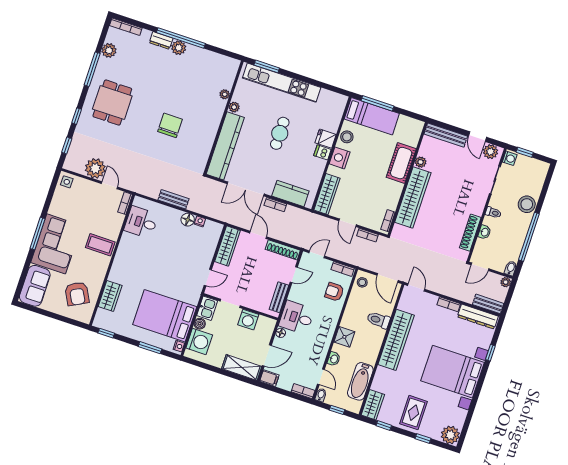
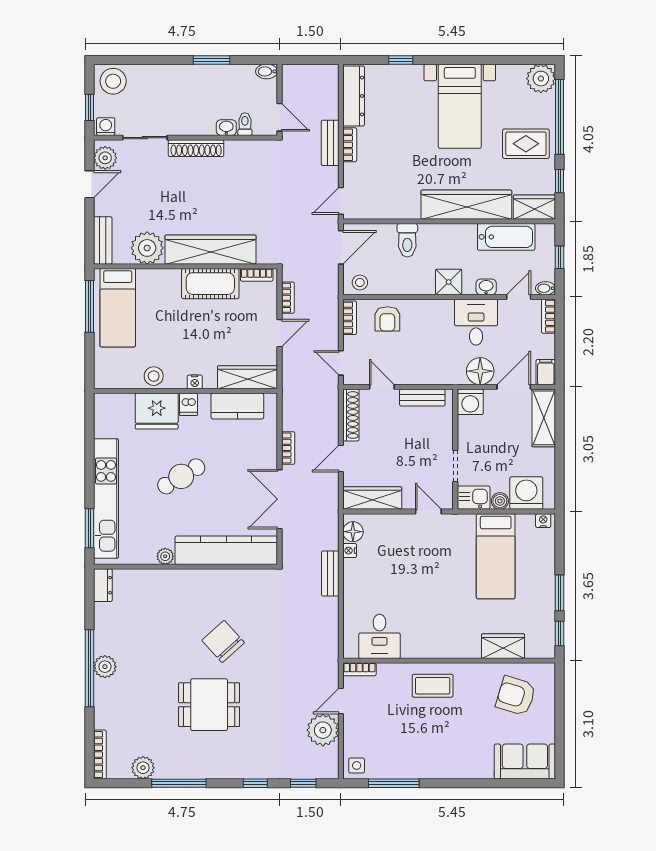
dresser: (161, 40) -> (103, 585), moved
plant: (225, 94) -> (151, 576), removed
dining table: (112, 103) -> (209, 705), moved
window: (377, 103) -> (90, 306), moved
bed: (372, 116) -> (118, 308), moved, turned 180
chair: (170, 125) -> (223, 641), turned 48
cafe table: (280, 133) -> (181, 476), turned -31
bench: (446, 135) -> (103, 240), width x0.73
fridge: (326, 139) -> (157, 411), width x1.88, depth x1.34
nightstand: (340, 158) -> (195, 382), width x0.53, depth x0.56
plant: (421, 162) -> (147, 248), width x1.87, depth x1.87
cot: (401, 163) -> (210, 284), moved
double door: (246, 189) -> (280, 499), swing flipped
kitchen counter: (290, 193) -> (237, 406), moved, turned -90
bench: (173, 199) -> (330, 573), moved
stool: (527, 204) -> (113, 81), moved
toilet: (493, 213) -> (245, 124), moved
floor lamp: (188, 220) -> (353, 532), moved
shoe rack: (470, 233) -> (196, 148), moved
window: (37, 234) -> (394, 783), moved
window: (529, 237) -> (211, 60), width x0.47
corner sofa: (56, 244) -> (453, 751), removed
coffee table: (100, 245) -> (433, 686), turned 90
plant: (506, 282) -> (289, 72), removed
armchair: (77, 294) -> (516, 696), turned -135
bench: (488, 304) -> (330, 143), moved
bed: (165, 316) -> (496, 556), width x0.67
desk: (297, 317) -> (476, 322), moved, turned 180
washing machine: (248, 320) -> (470, 402), moved, turned 90
floor lamp: (281, 333) -> (480, 371), width x1.89, depth x1.89
wardrobe: (396, 340) -> (466, 205), moved
window: (150, 348) -> (559, 593), moved
door: (267, 355) -> (514, 387), hinge flipped
bed with nightstands: (453, 372) -> (460, 106), width x0.73
window: (423, 438) -> (559, 117), width x3.17

